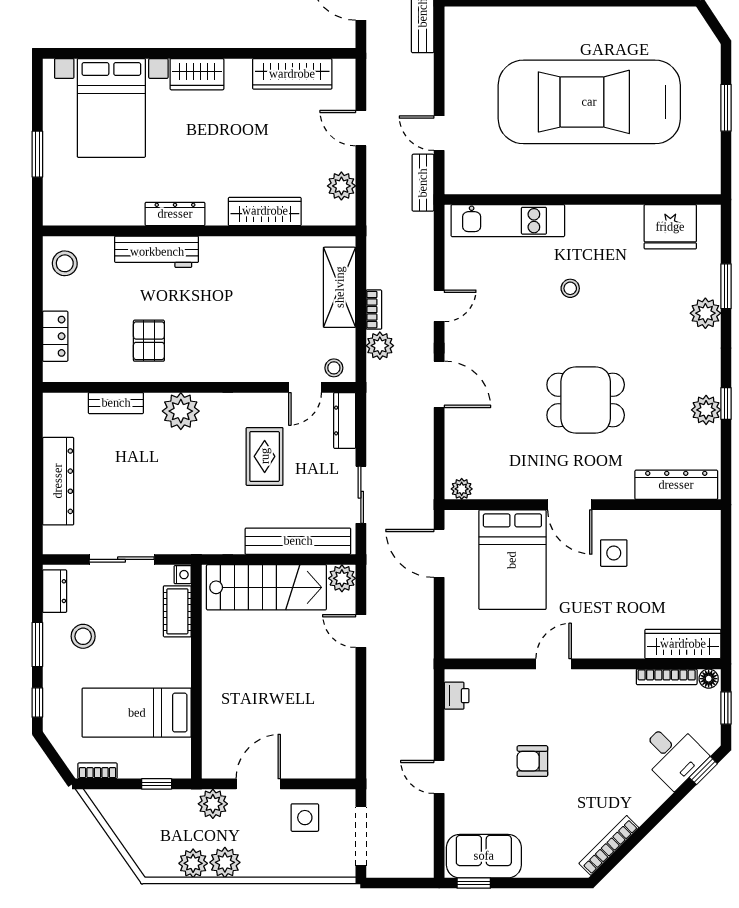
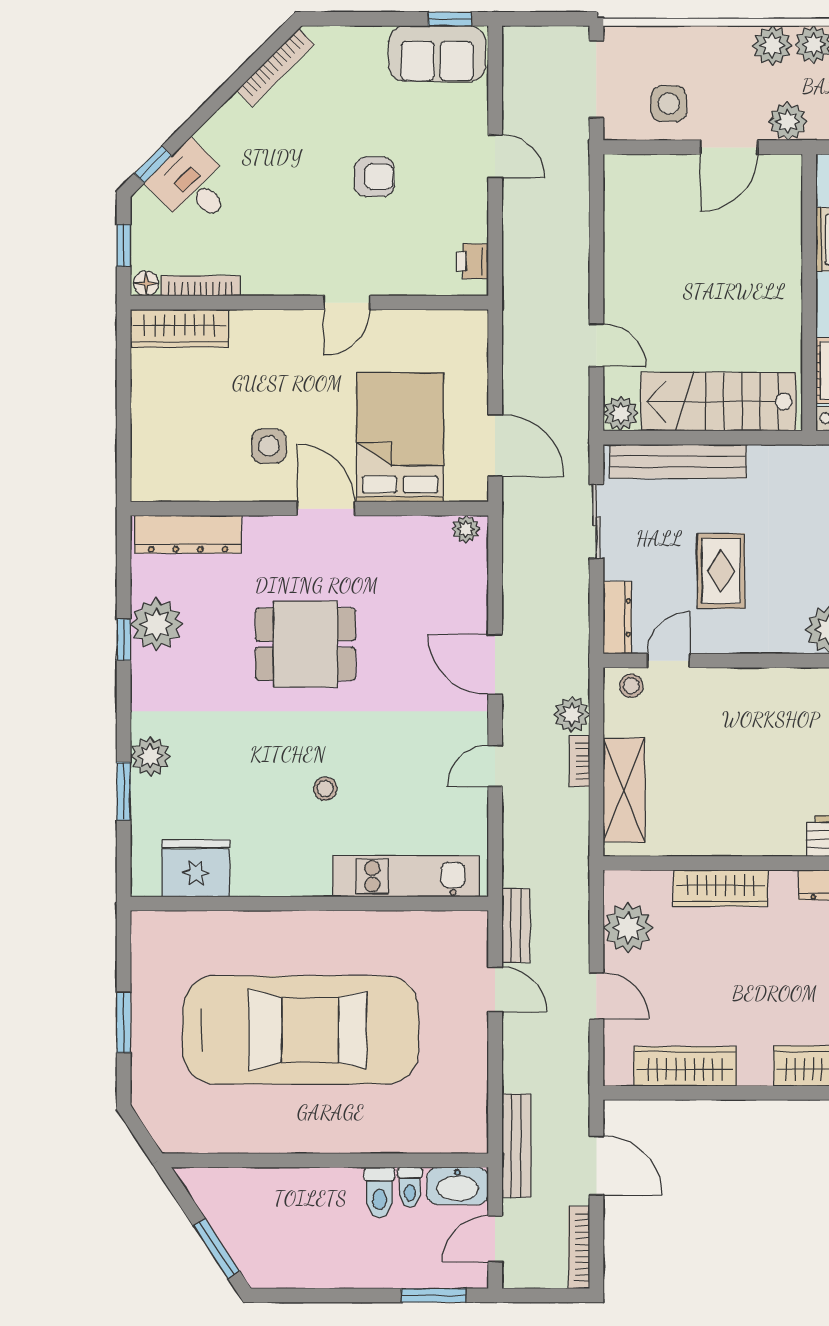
plant: (341, 186) -> (628, 928), width x1.36, depth x1.36
plant: (706, 410) -> (156, 624), width x1.36, depth x1.36

